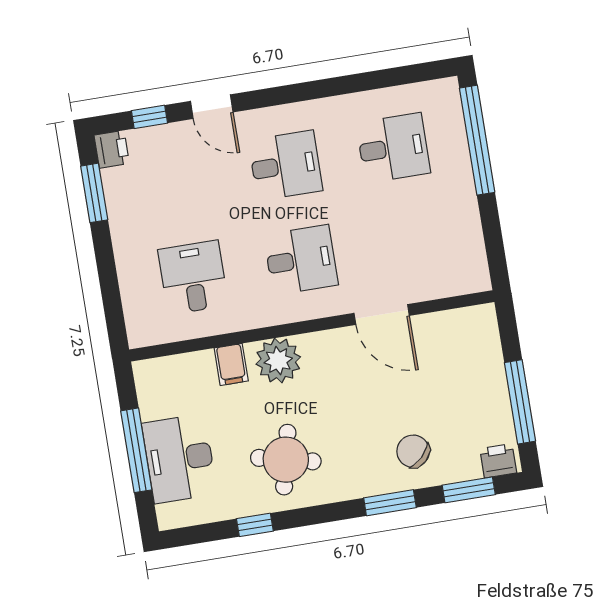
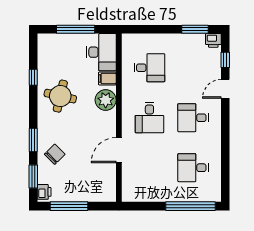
desk: (393, 148) -> (193, 168), turned 90
desk: (285, 165) -> (193, 118), turned 90
desk: (179, 459) -> (101, 52), moved, turned 90

